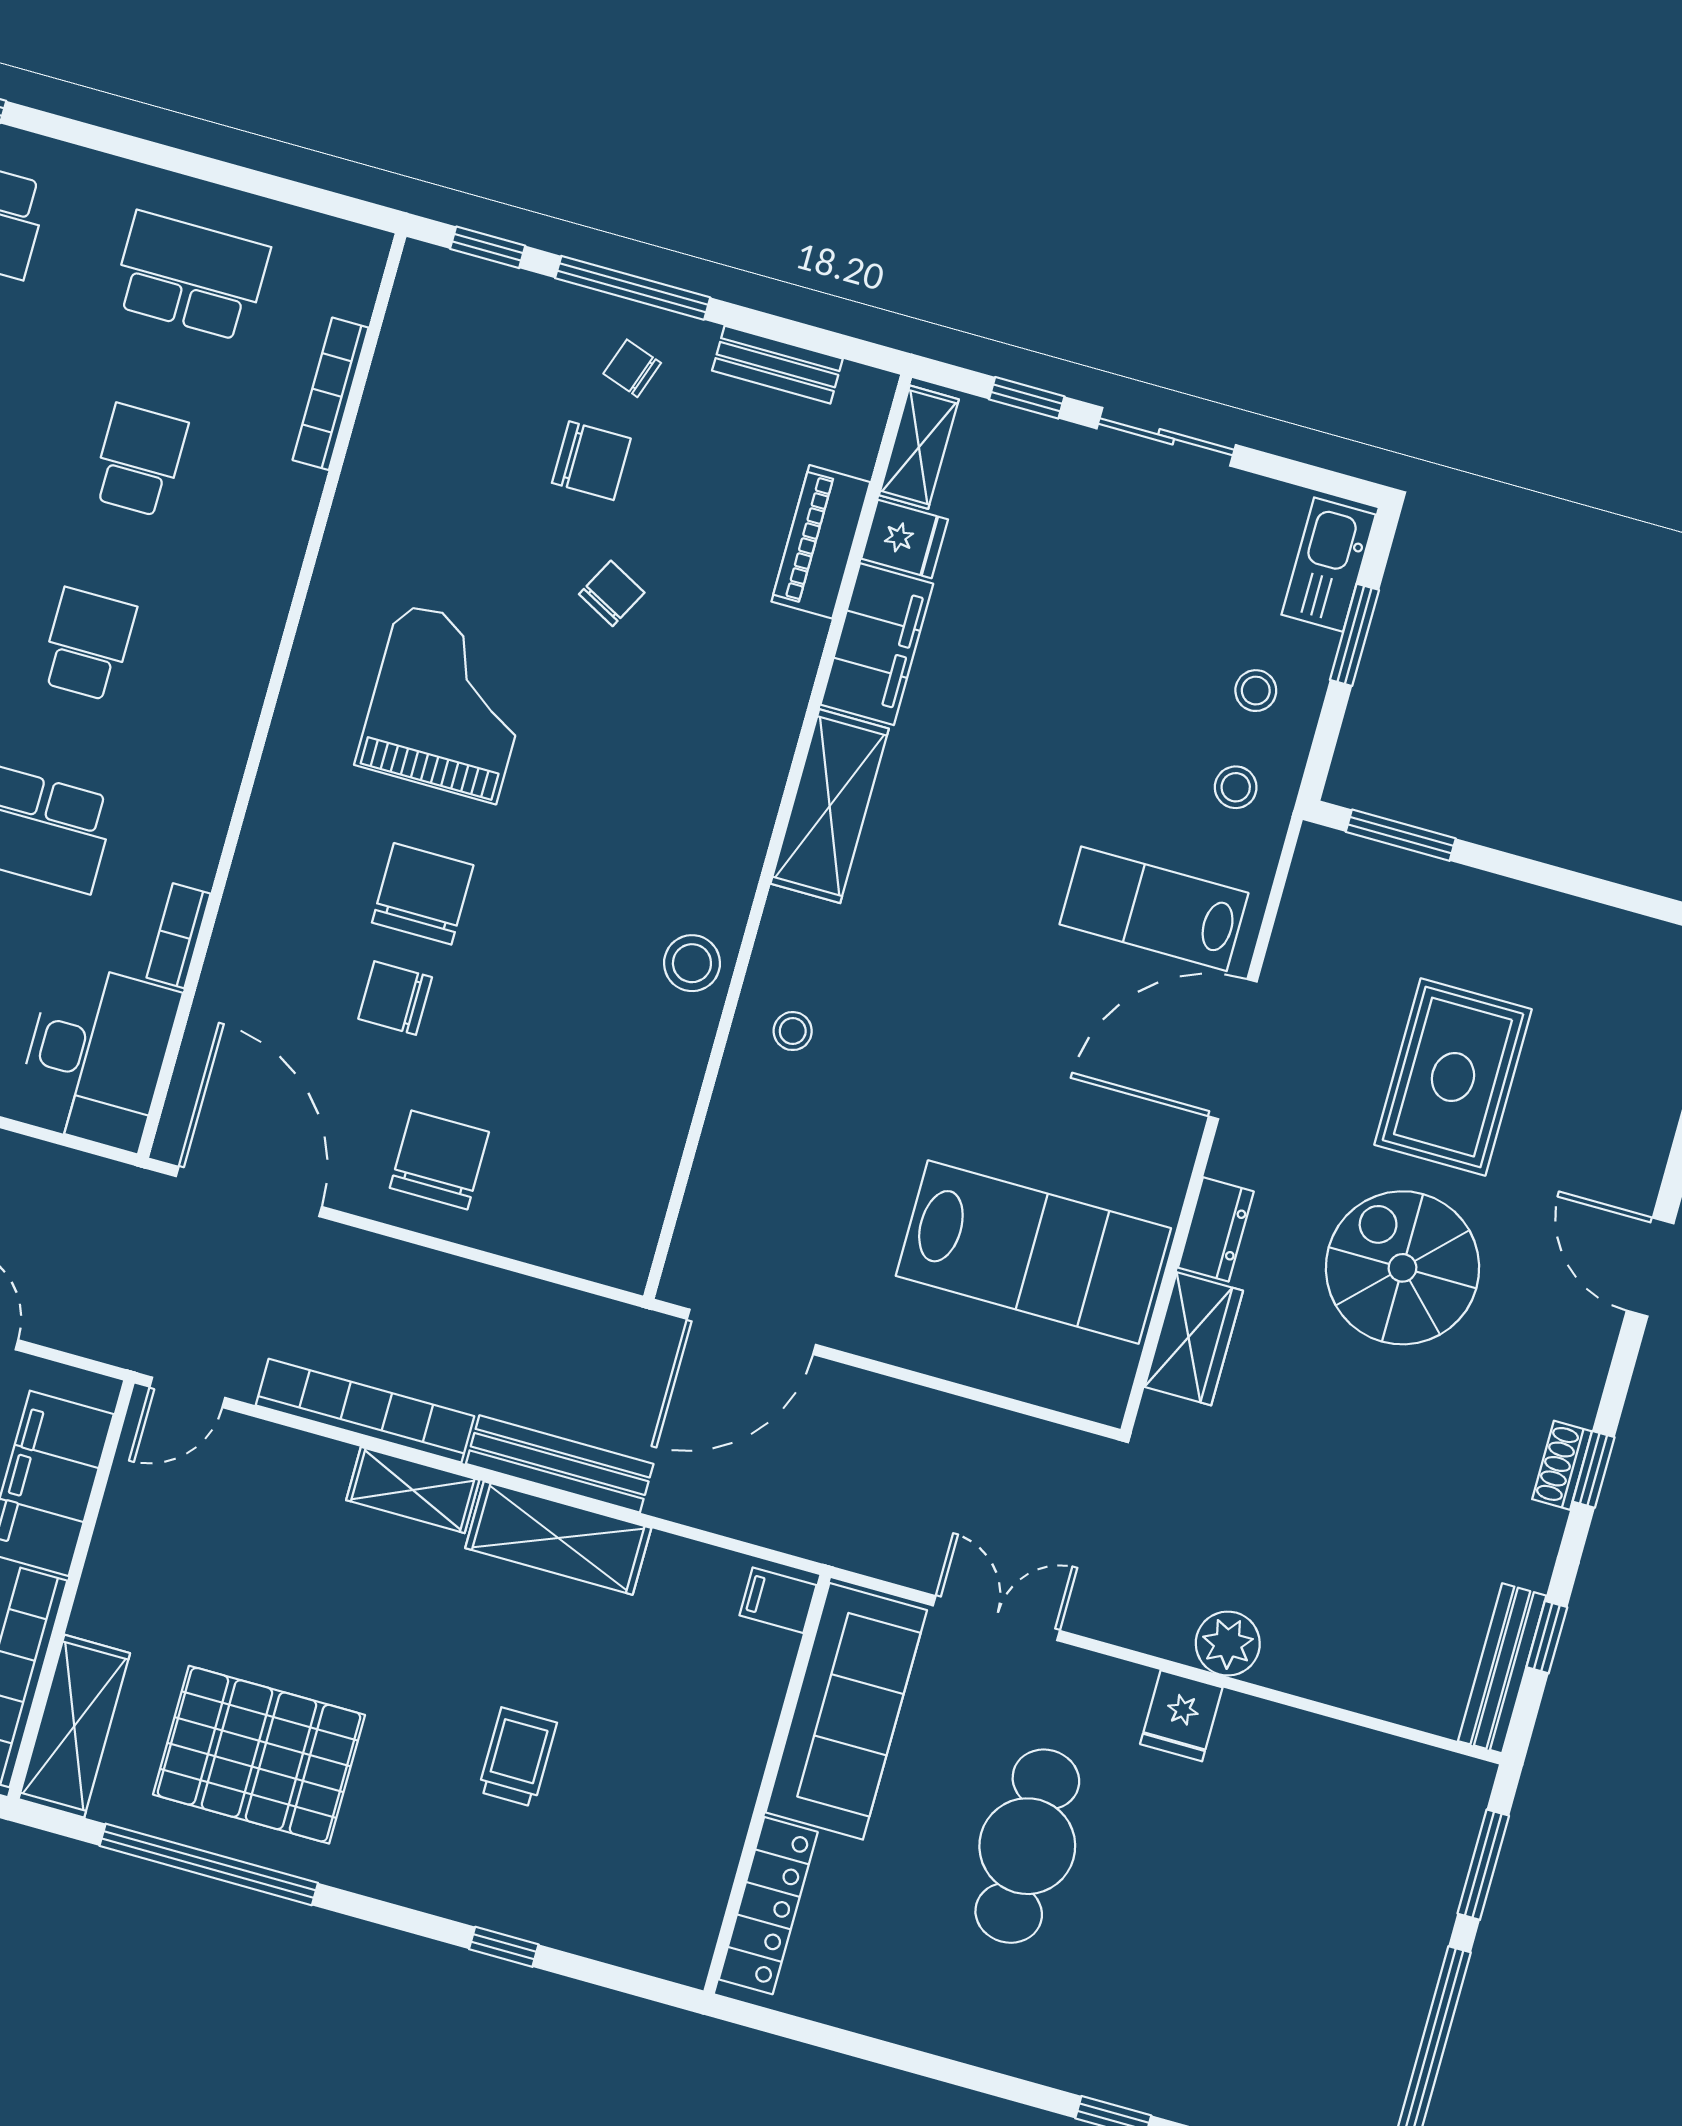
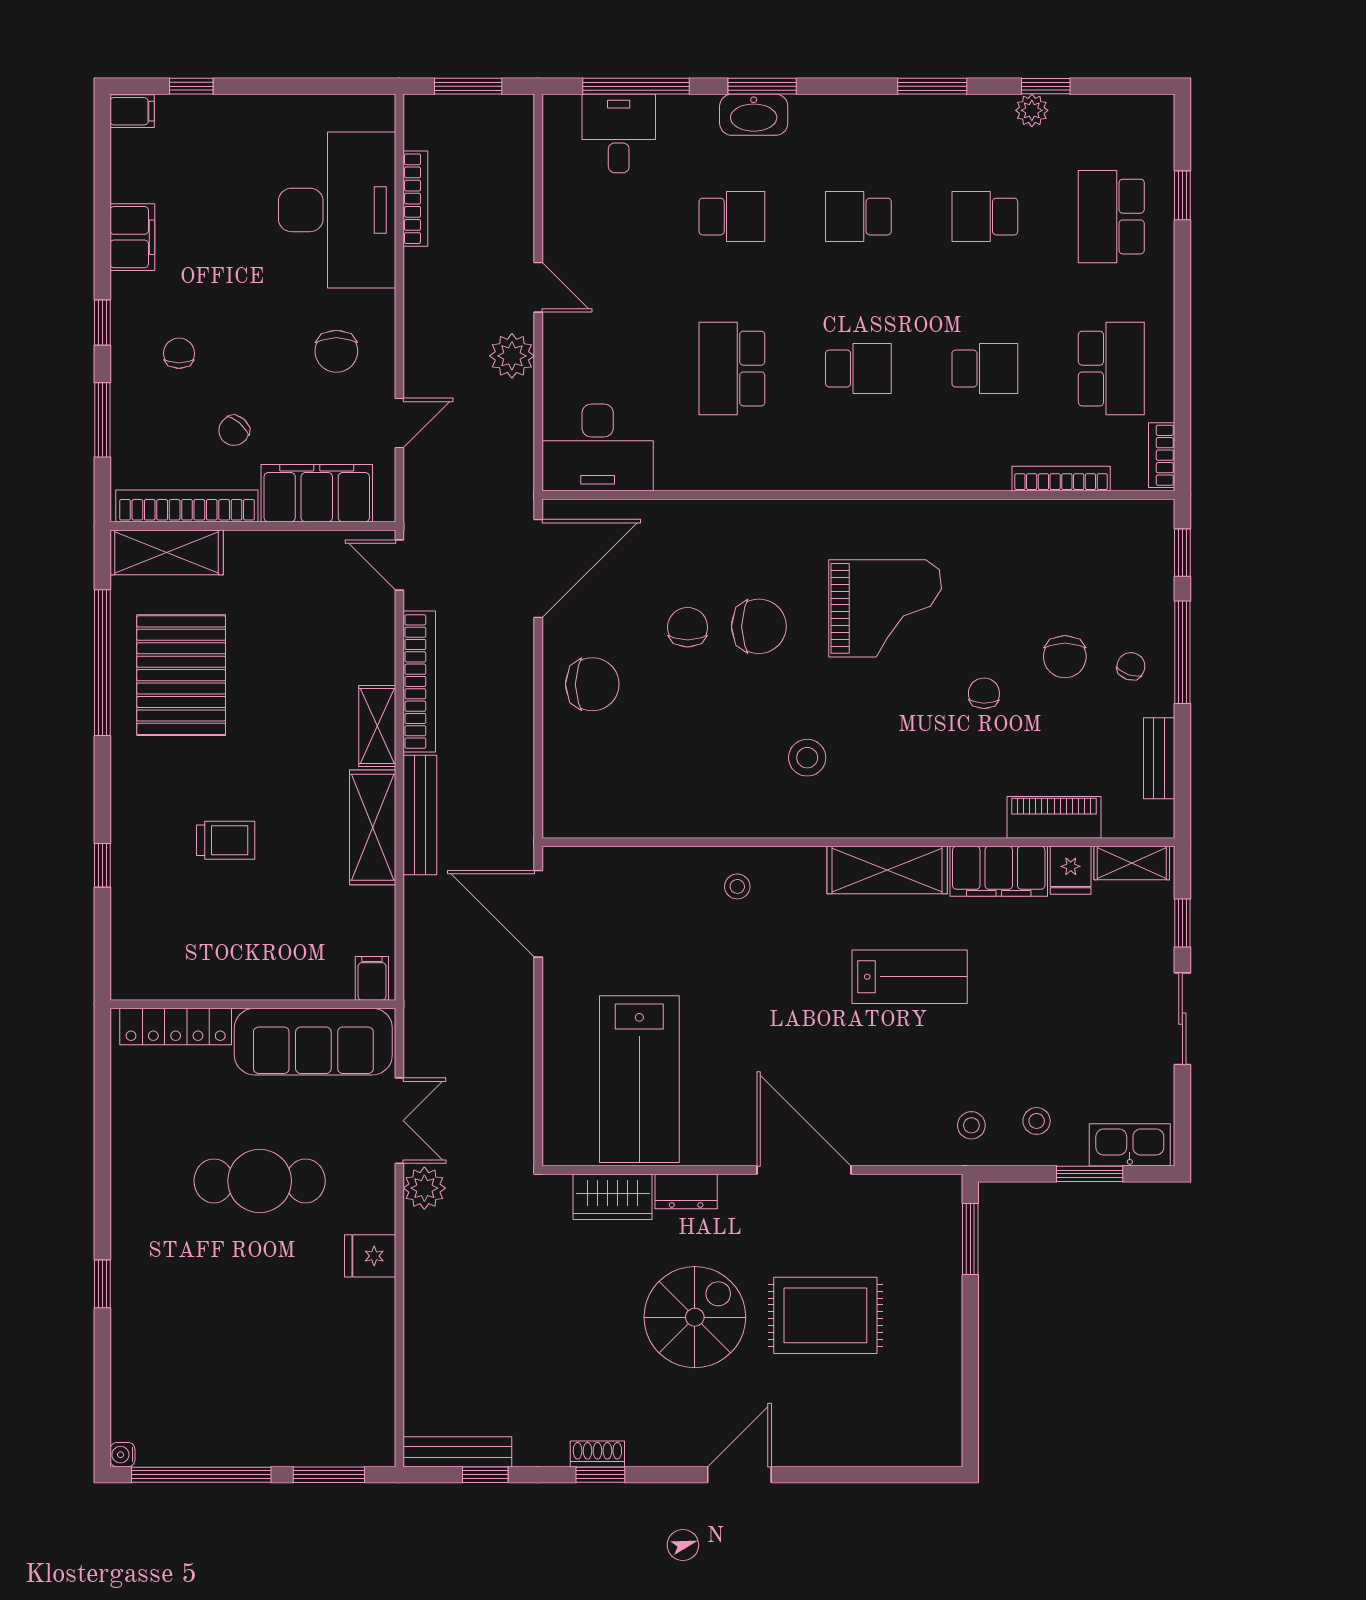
chair: (612, 593) -> (984, 693), turned -117
lab bench: (1154, 909) -> (910, 977), moved, turned 90
bookcase: (179, 936) -> (1162, 455), moved, turned -90
stool: (692, 963) -> (807, 758), moved
plant: (1228, 1644) -> (424, 1188), moved

